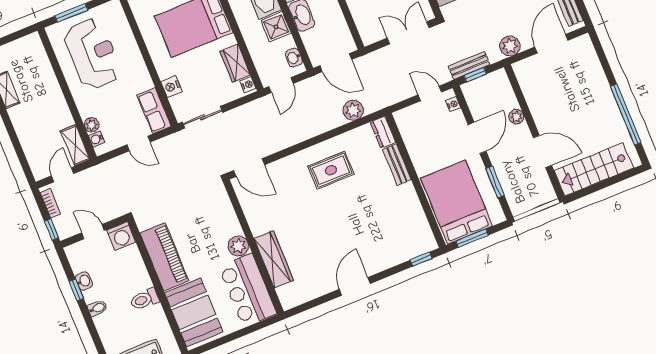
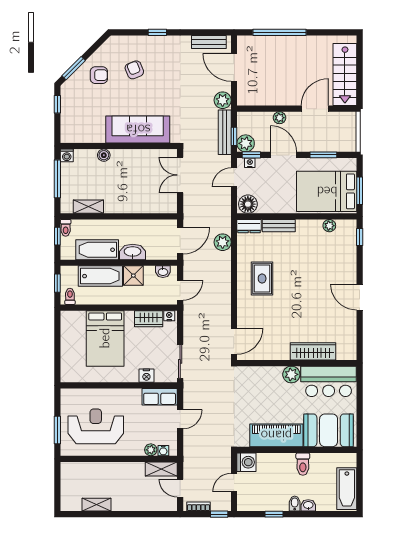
bench: (469, 65) -> (225, 132), width x1.36
door: (281, 85) -> (180, 290), hinge flipped
plant: (473, 91) -> (246, 143), added
window: (463, 102) -> (251, 155), added
window: (626, 114) -> (280, 32), moved
floor lamp: (407, 121) -> (248, 204), added
plant: (420, 220) -> (329, 226), added
washbasin: (84, 281) -> (308, 505), moved

